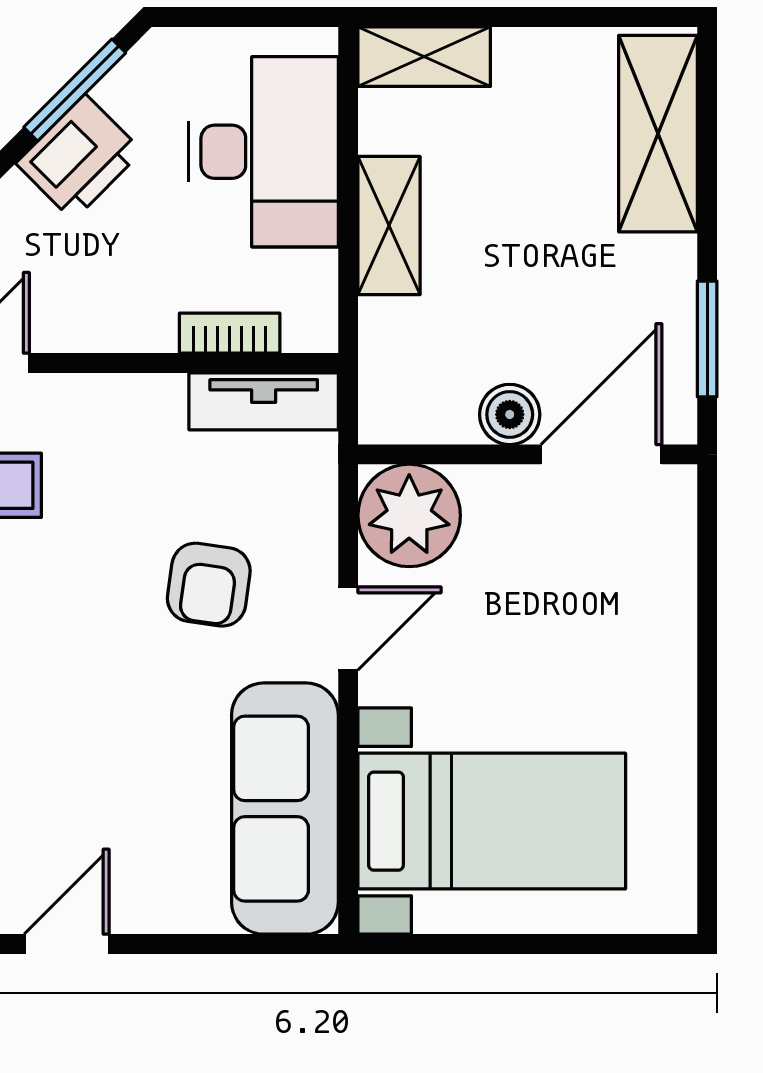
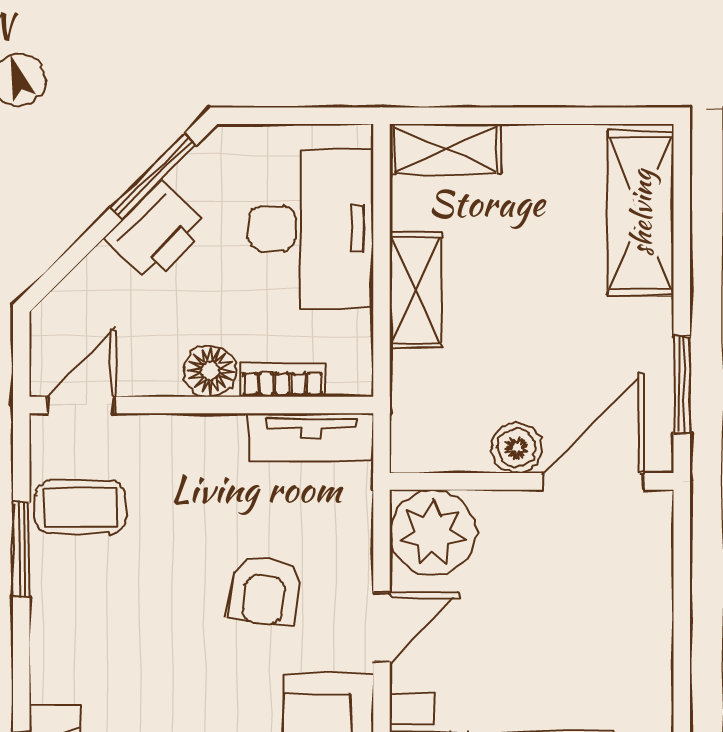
floor lamp: (143, 322) -> (210, 371), added

